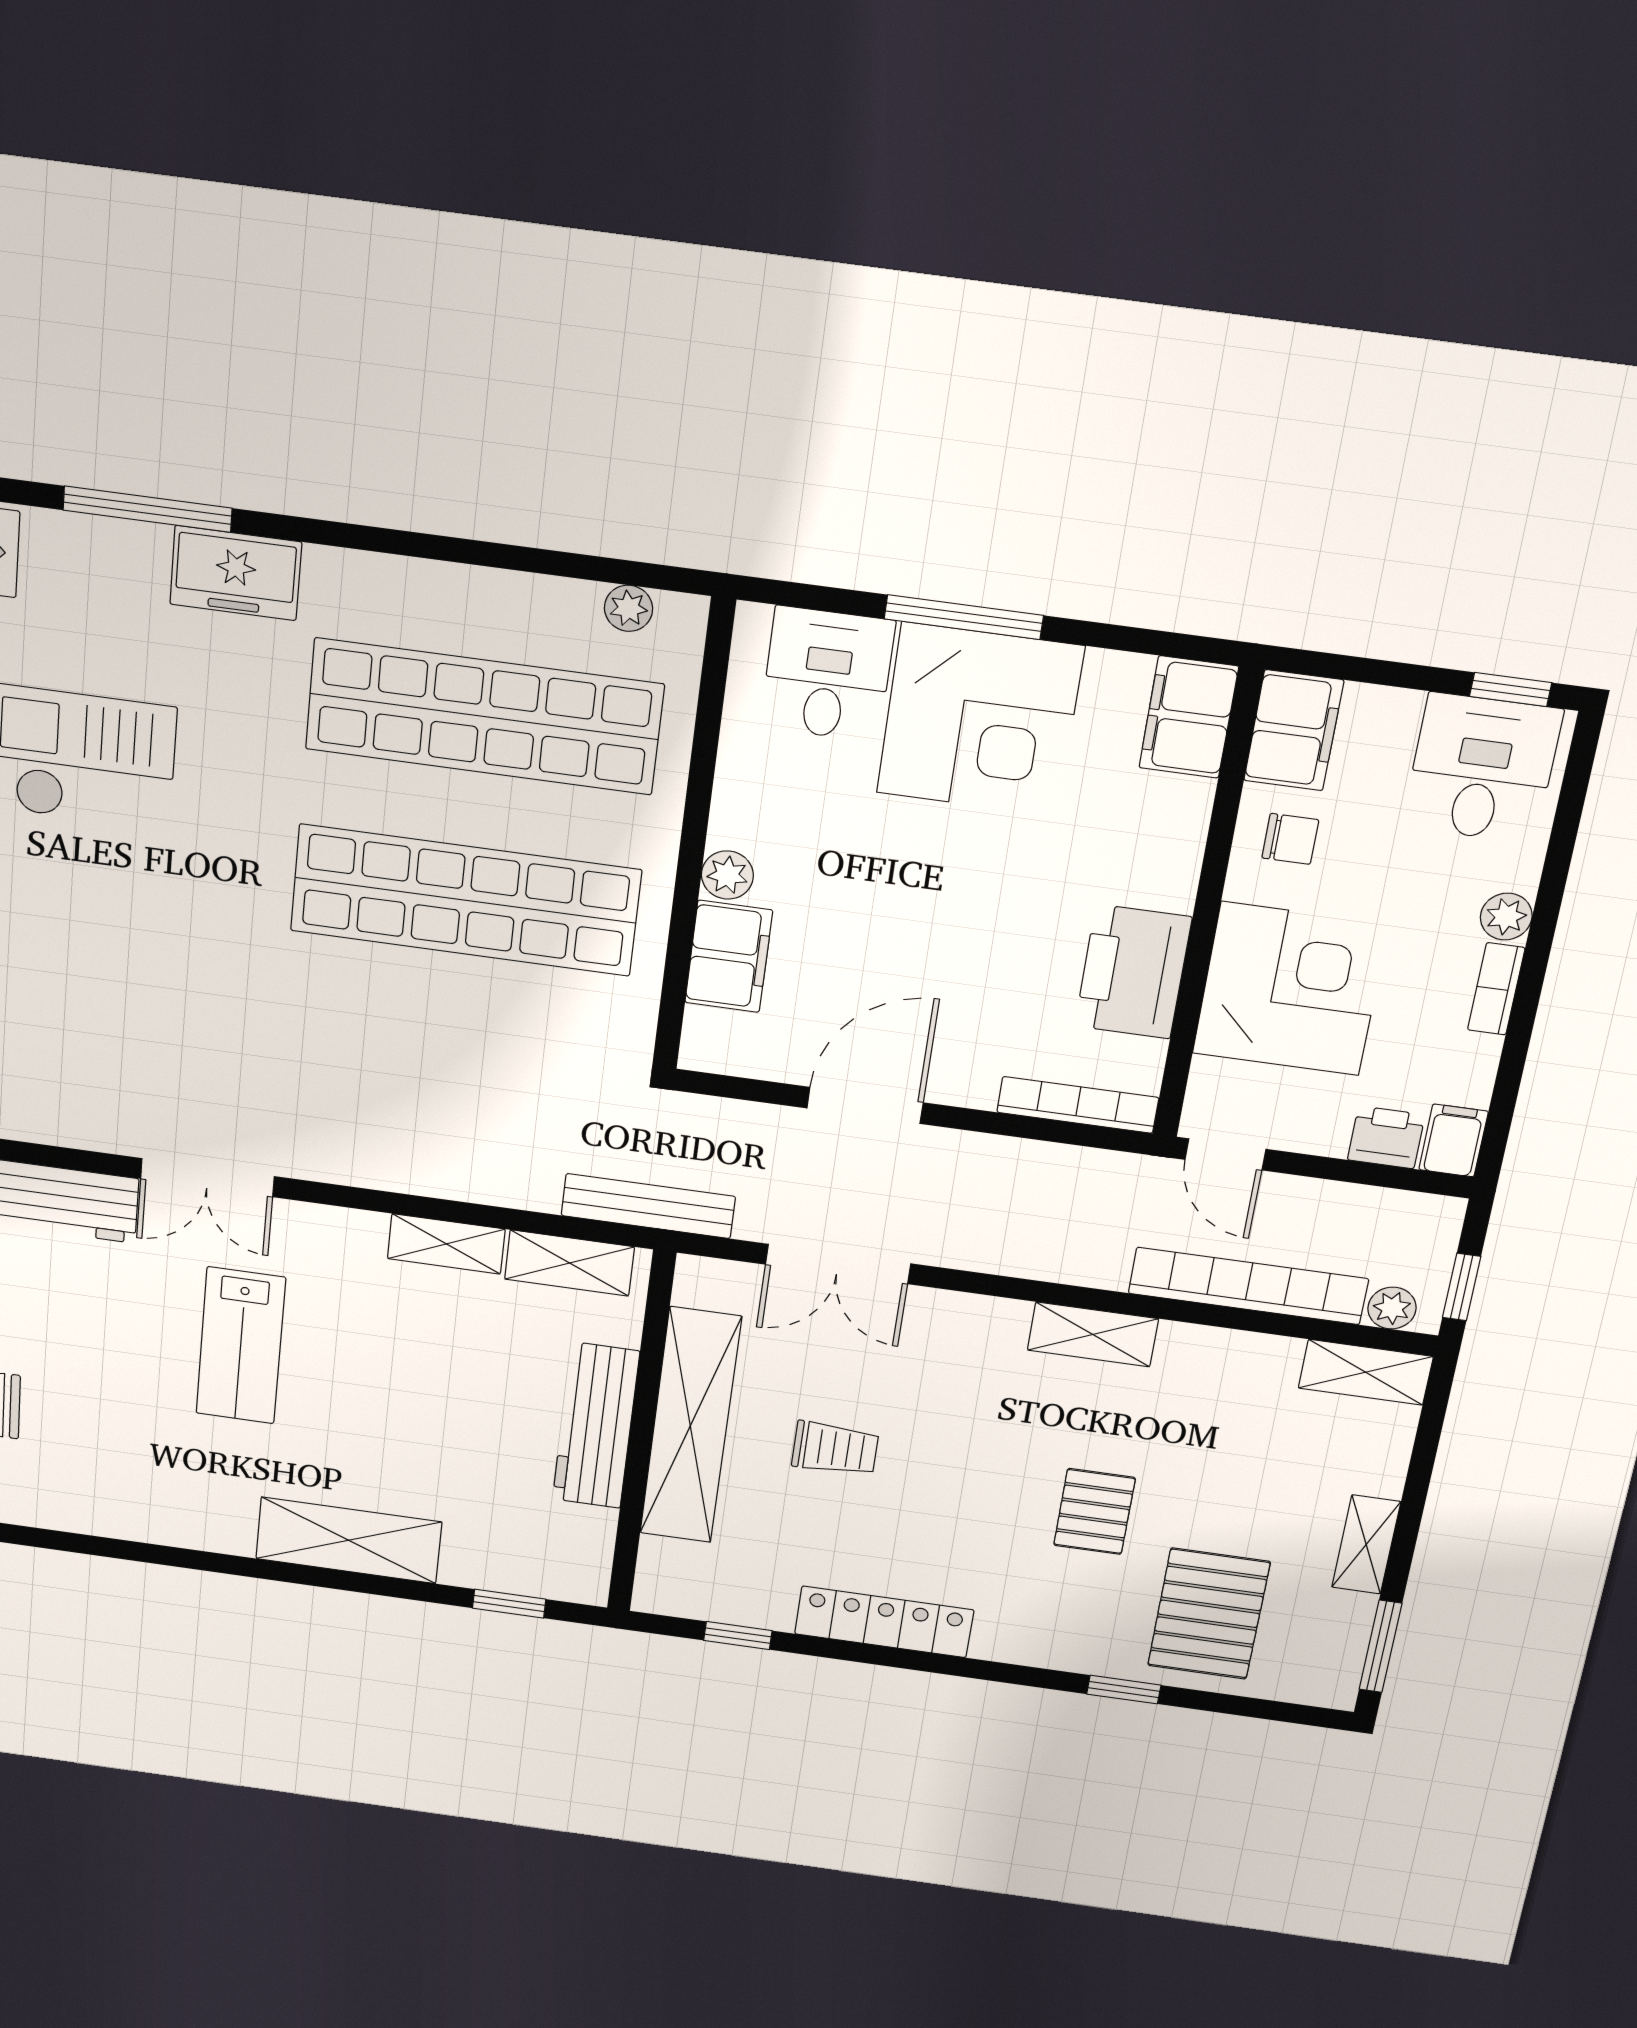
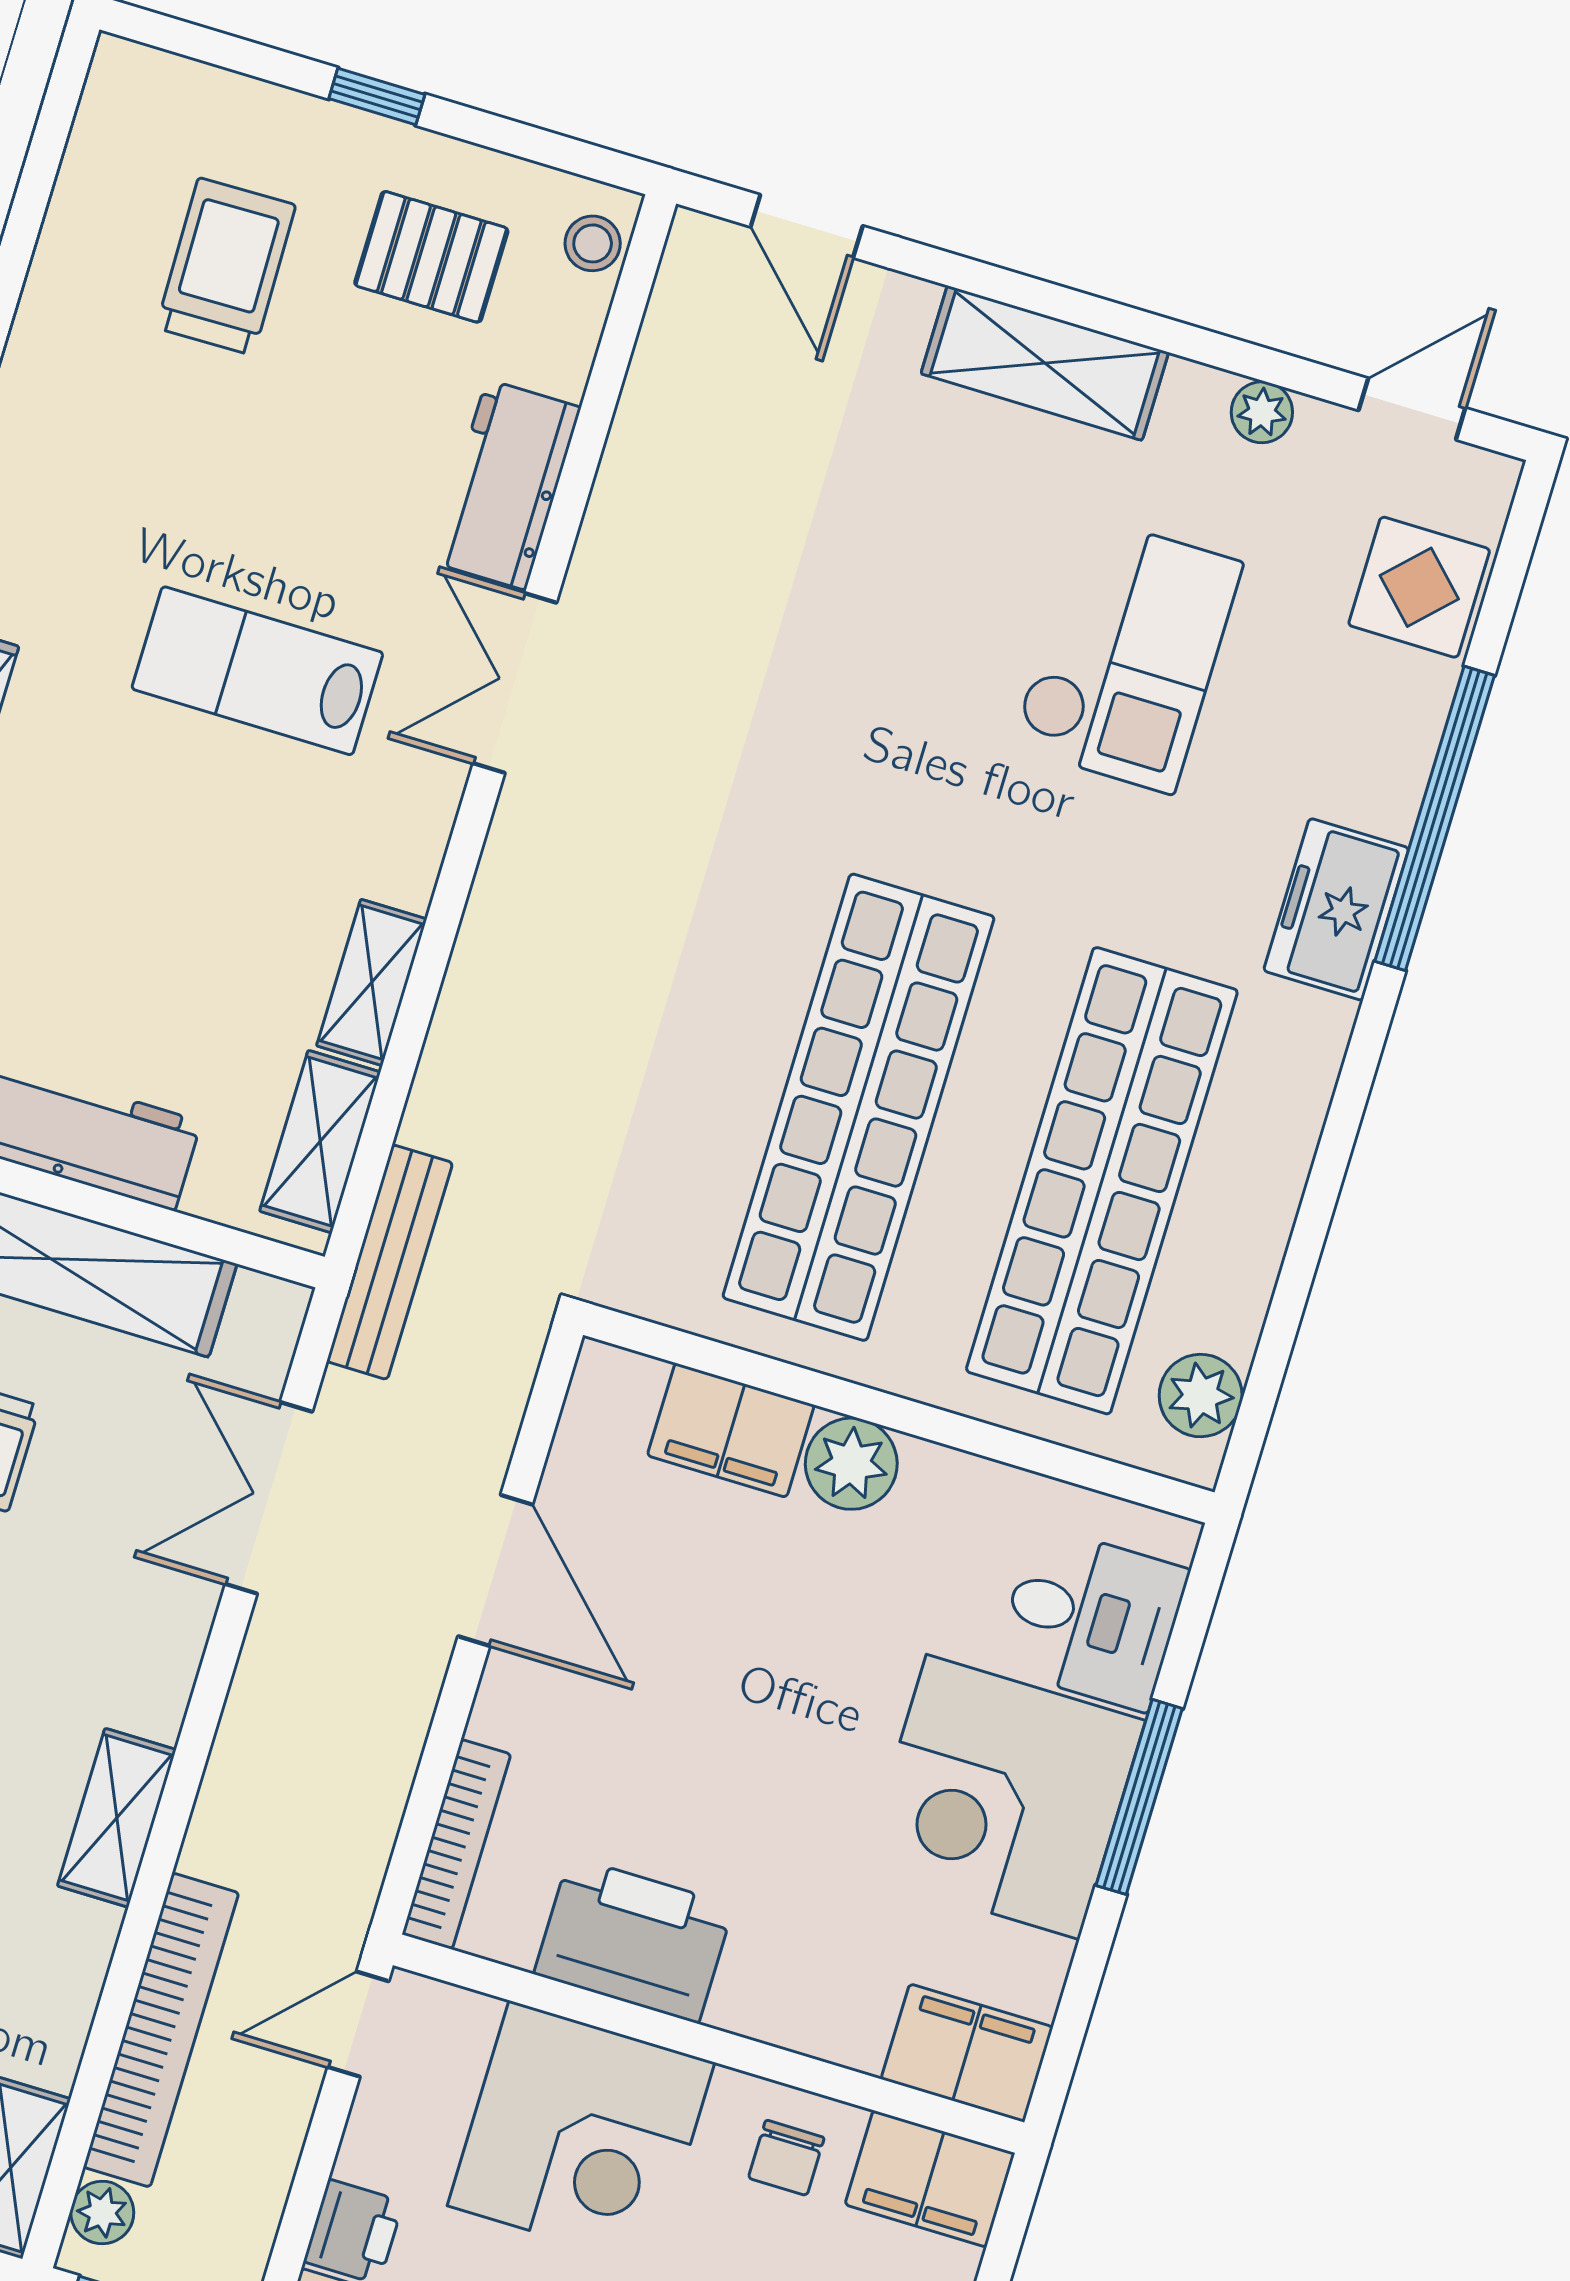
window: (148, 509) -> (1435, 818), width x1.46
plant: (629, 608) -> (1201, 1396), width x1.38, depth x1.38
plant: (727, 875) -> (851, 1464), width x1.38, depth x1.38

